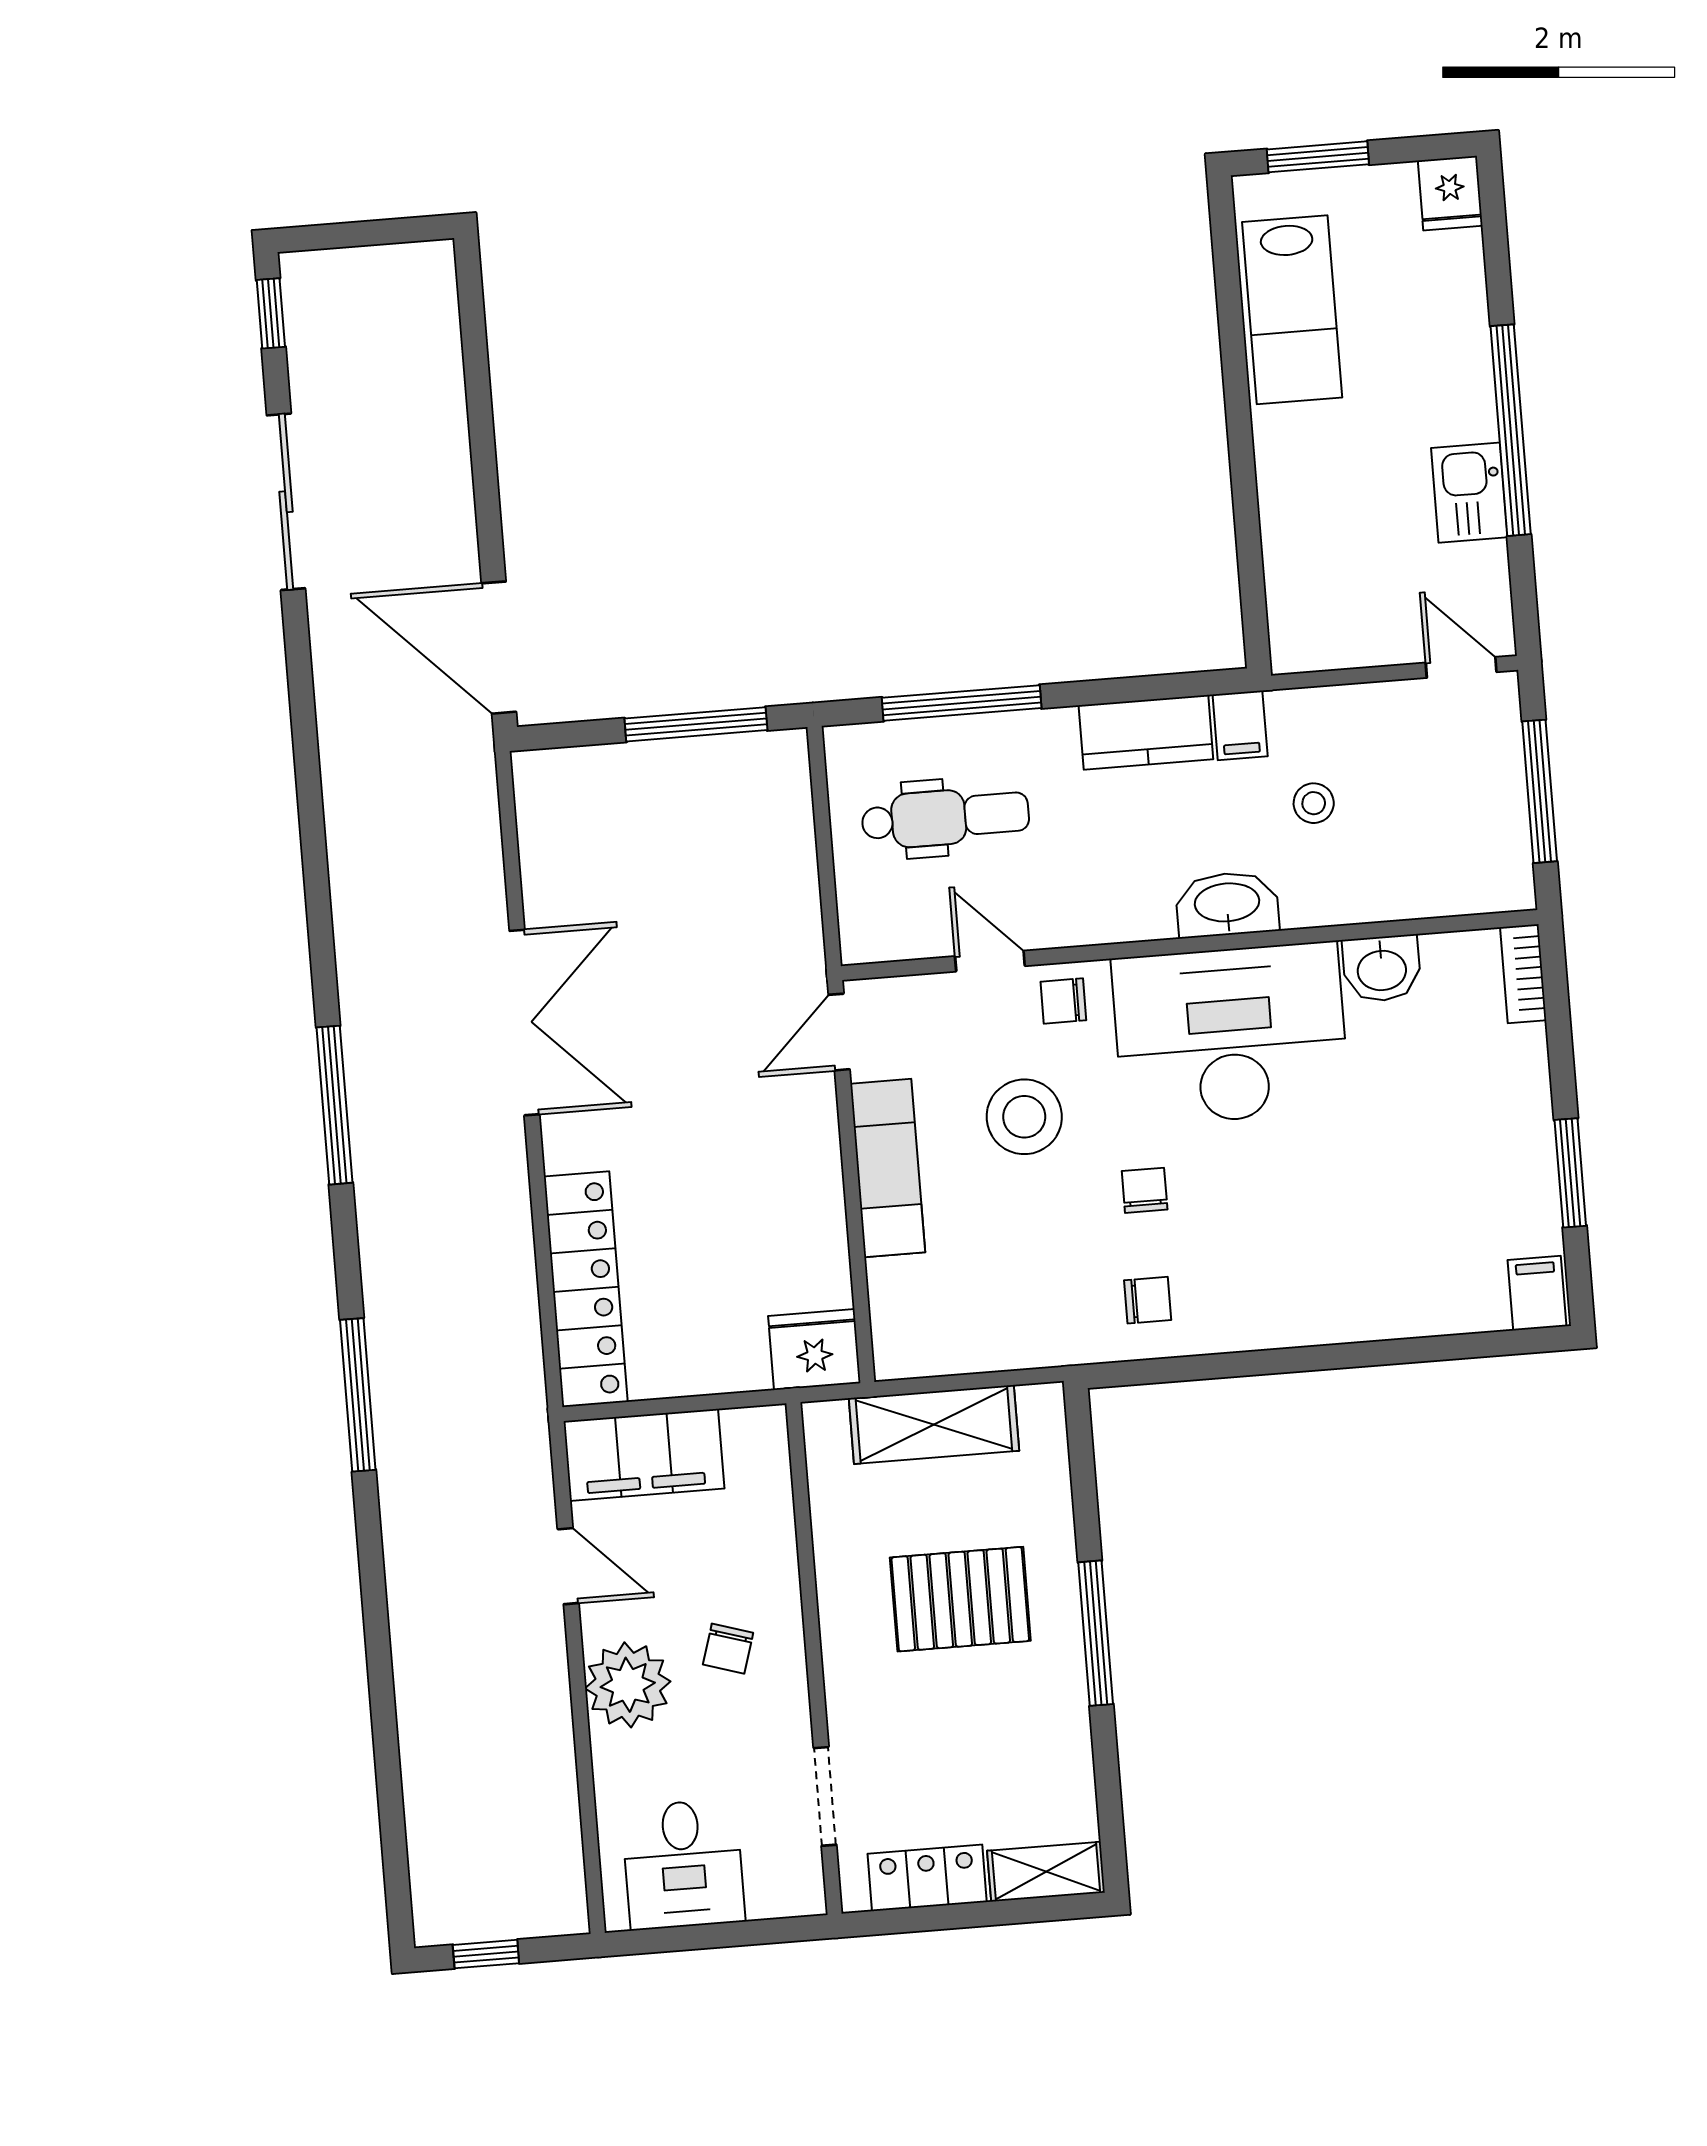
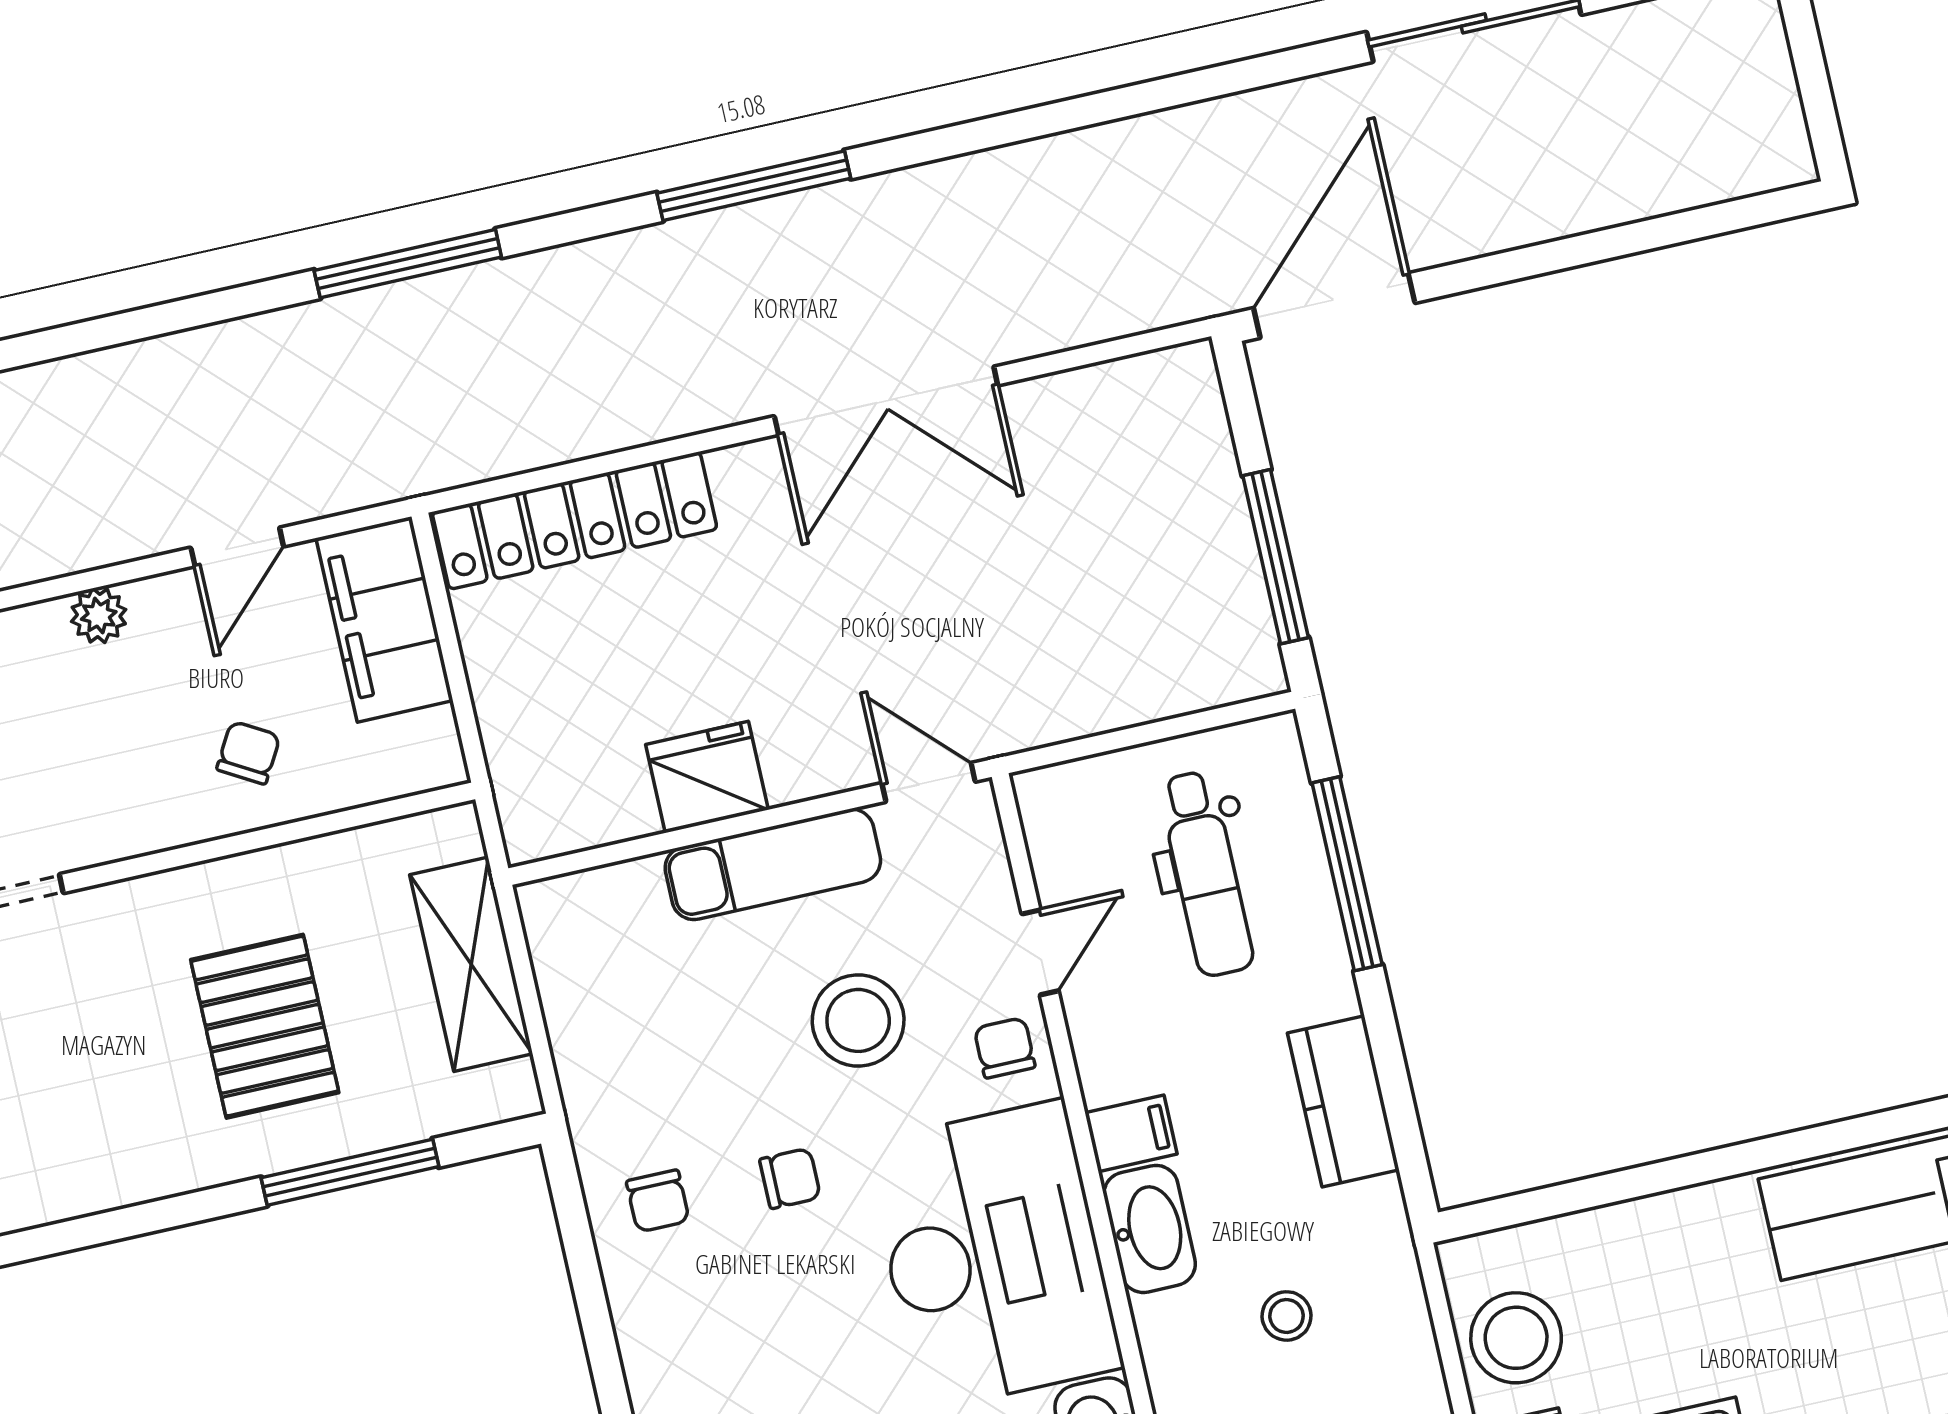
stool: (1358, 619) -> (1516, 1338), added
filing cabinet: (1240, 725) -> (1131, 1133), moved, turned 180
fridge: (814, 1350) -> (707, 777), moved, turned -90
window: (1096, 1633) -> (350, 1172), moved
chair: (728, 1649) -> (248, 753), moved, turned 103
plant: (628, 1685) -> (99, 615), width x0.53, depth x0.53

